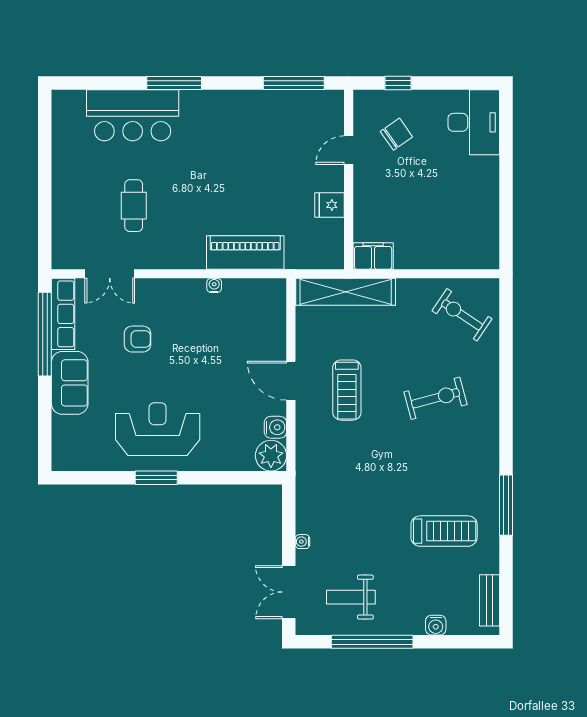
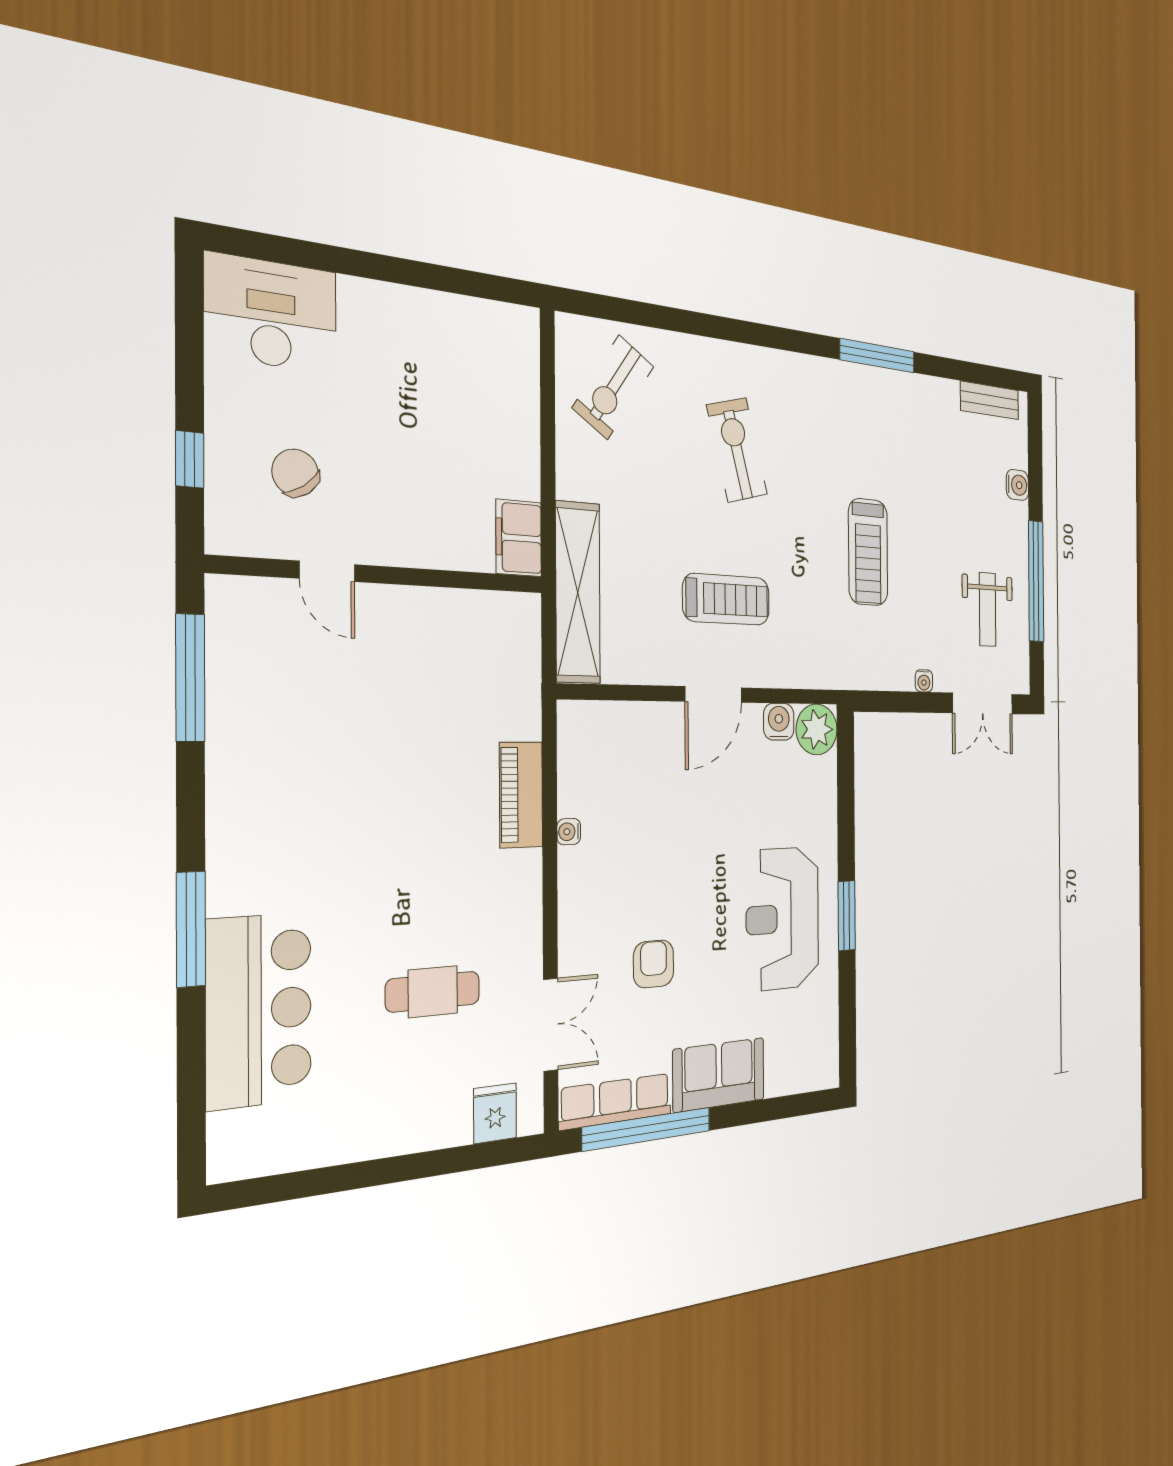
fridge: (330, 205) -> (495, 1113), moved, turned 180
piano: (245, 253) -> (521, 795), width x0.73, depth x0.75
treadmill: (444, 531) -> (868, 552), moved, turned 180

